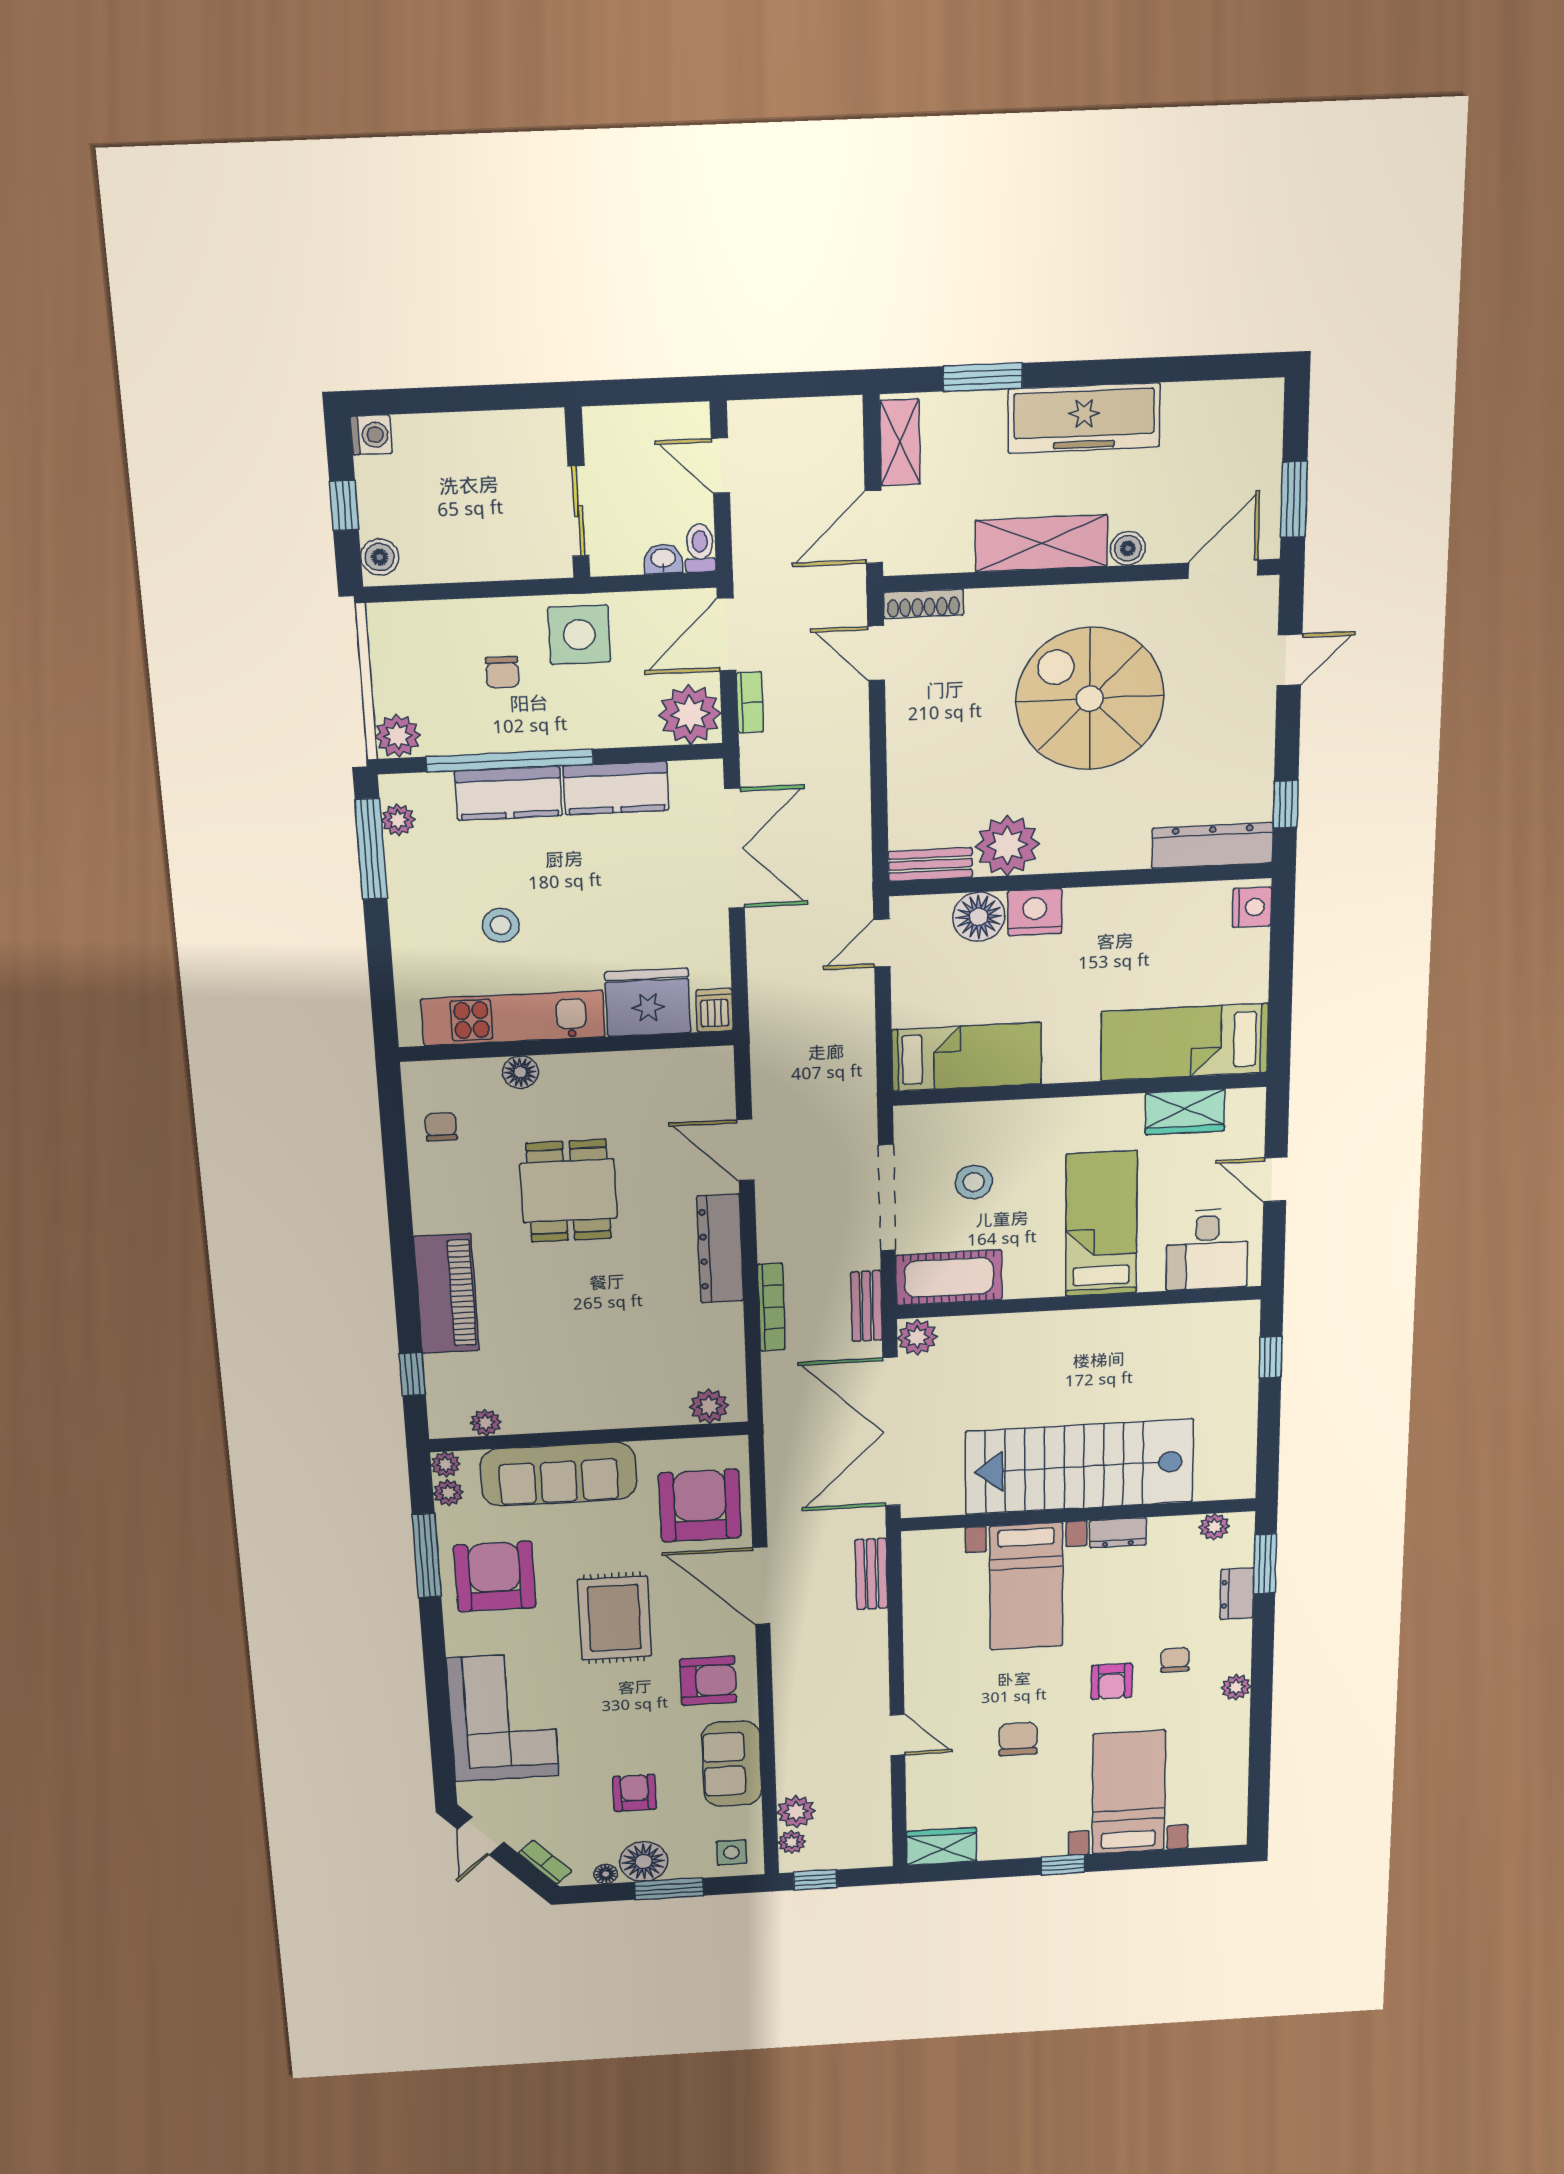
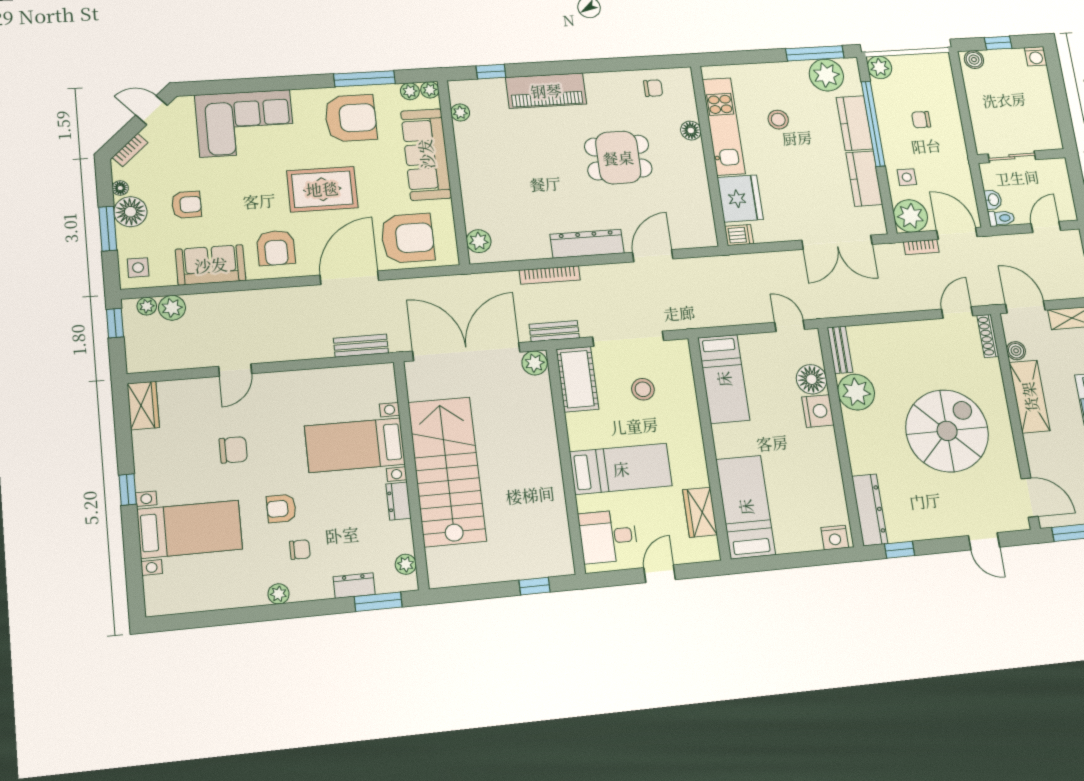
boiler: (1128, 548) -> (1016, 351), moved
side table: (579, 635) -> (907, 177), moved, width x0.54, depth x0.54
plant: (398, 820) -> (826, 75), width x1.87, depth x1.87

